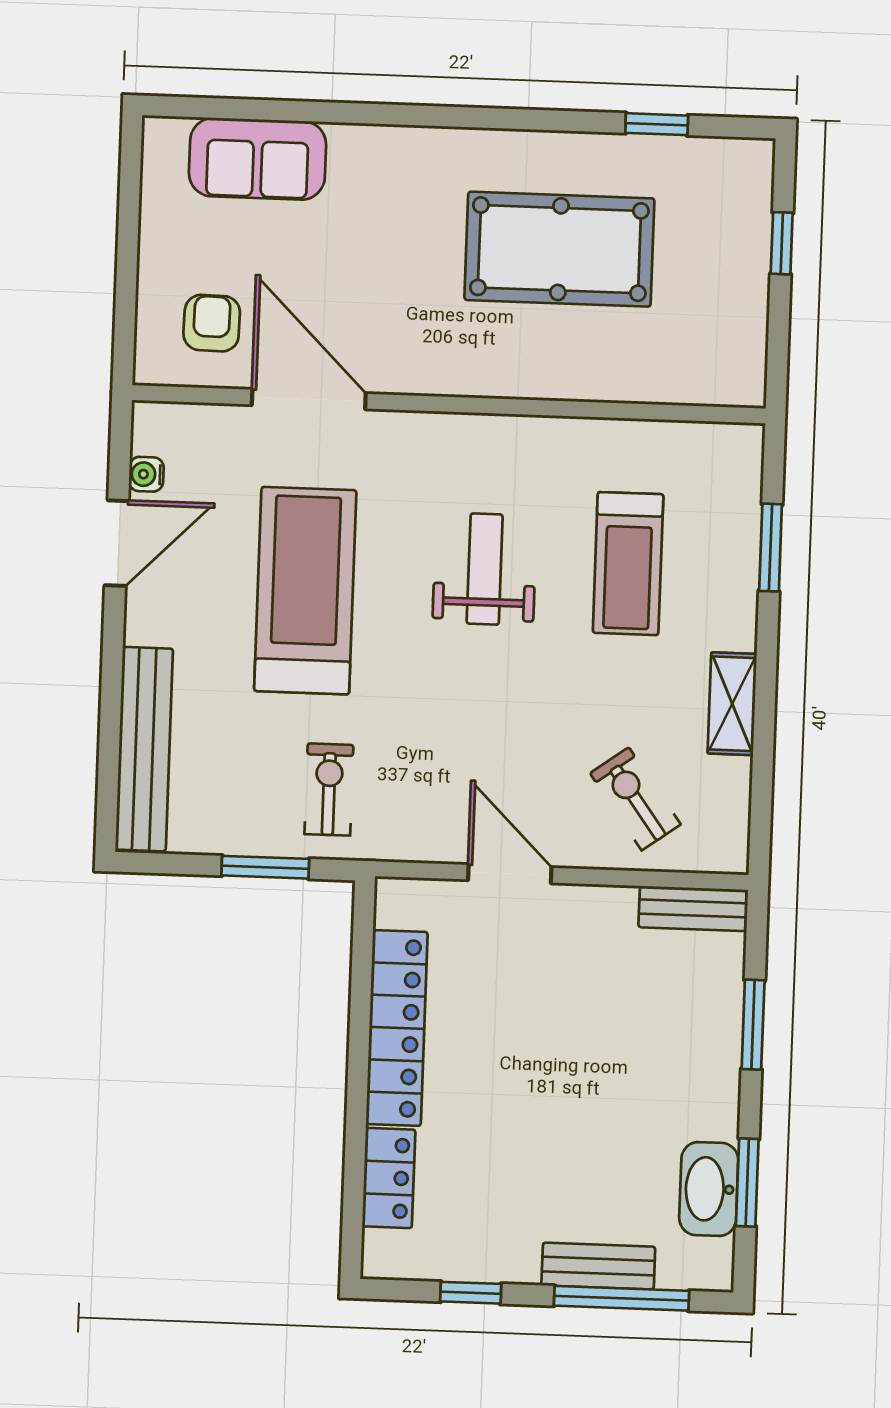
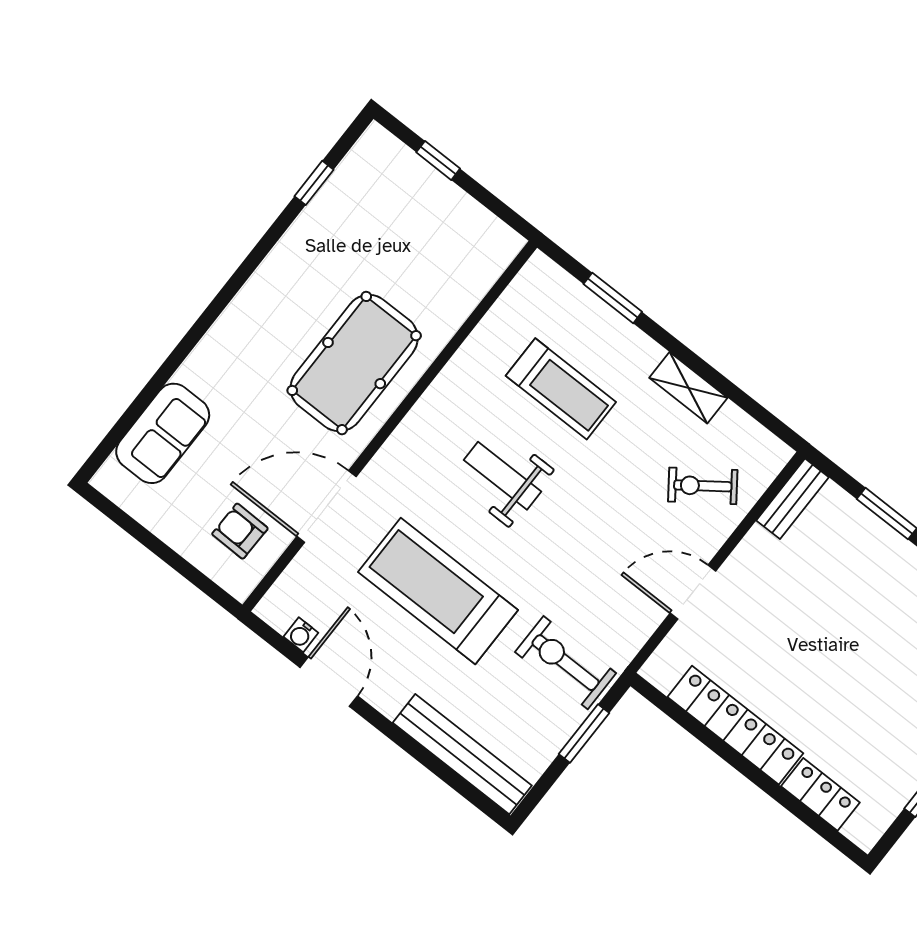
pool table: (559, 249) -> (354, 363), moved
exercise bike: (329, 790) -> (566, 663), width x1.38, depth x1.39

